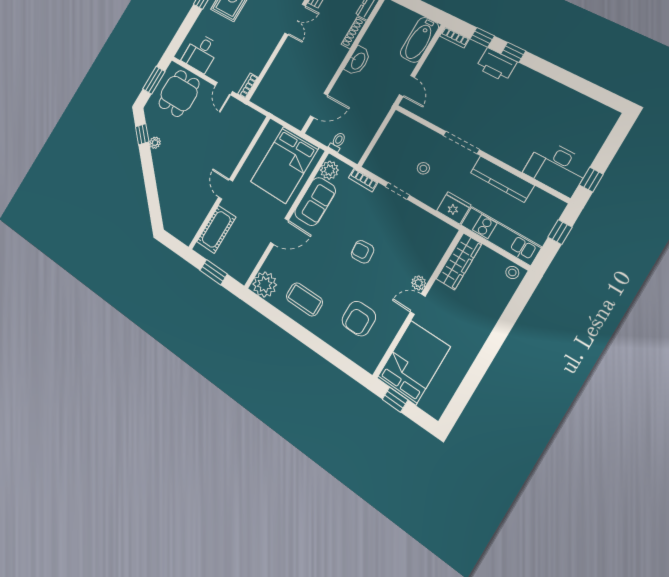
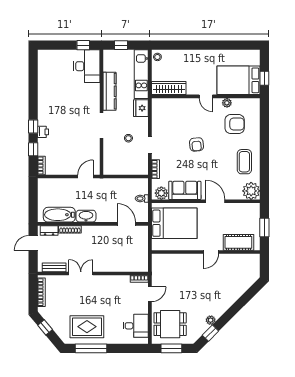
bathtub: (419, 40) -> (59, 215), moved, turned 180
printer: (496, 65) -> (43, 132), width x0.53, depth x0.68
plant: (419, 283) -> (227, 103), moved

